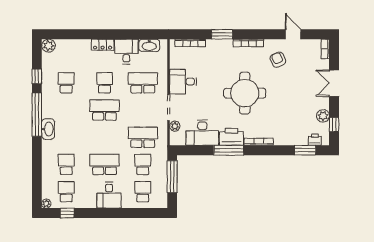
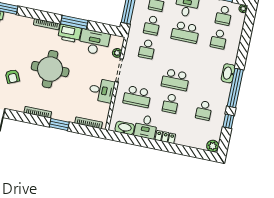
armchair: (278, 60) -> (12, 76), moved
school desk: (143, 137) -> (147, 49), width x0.54

